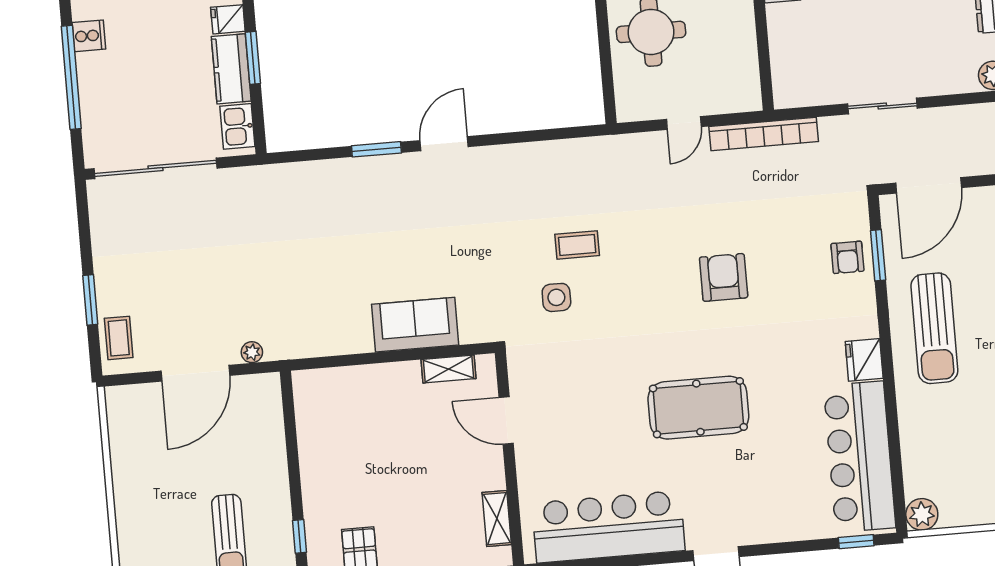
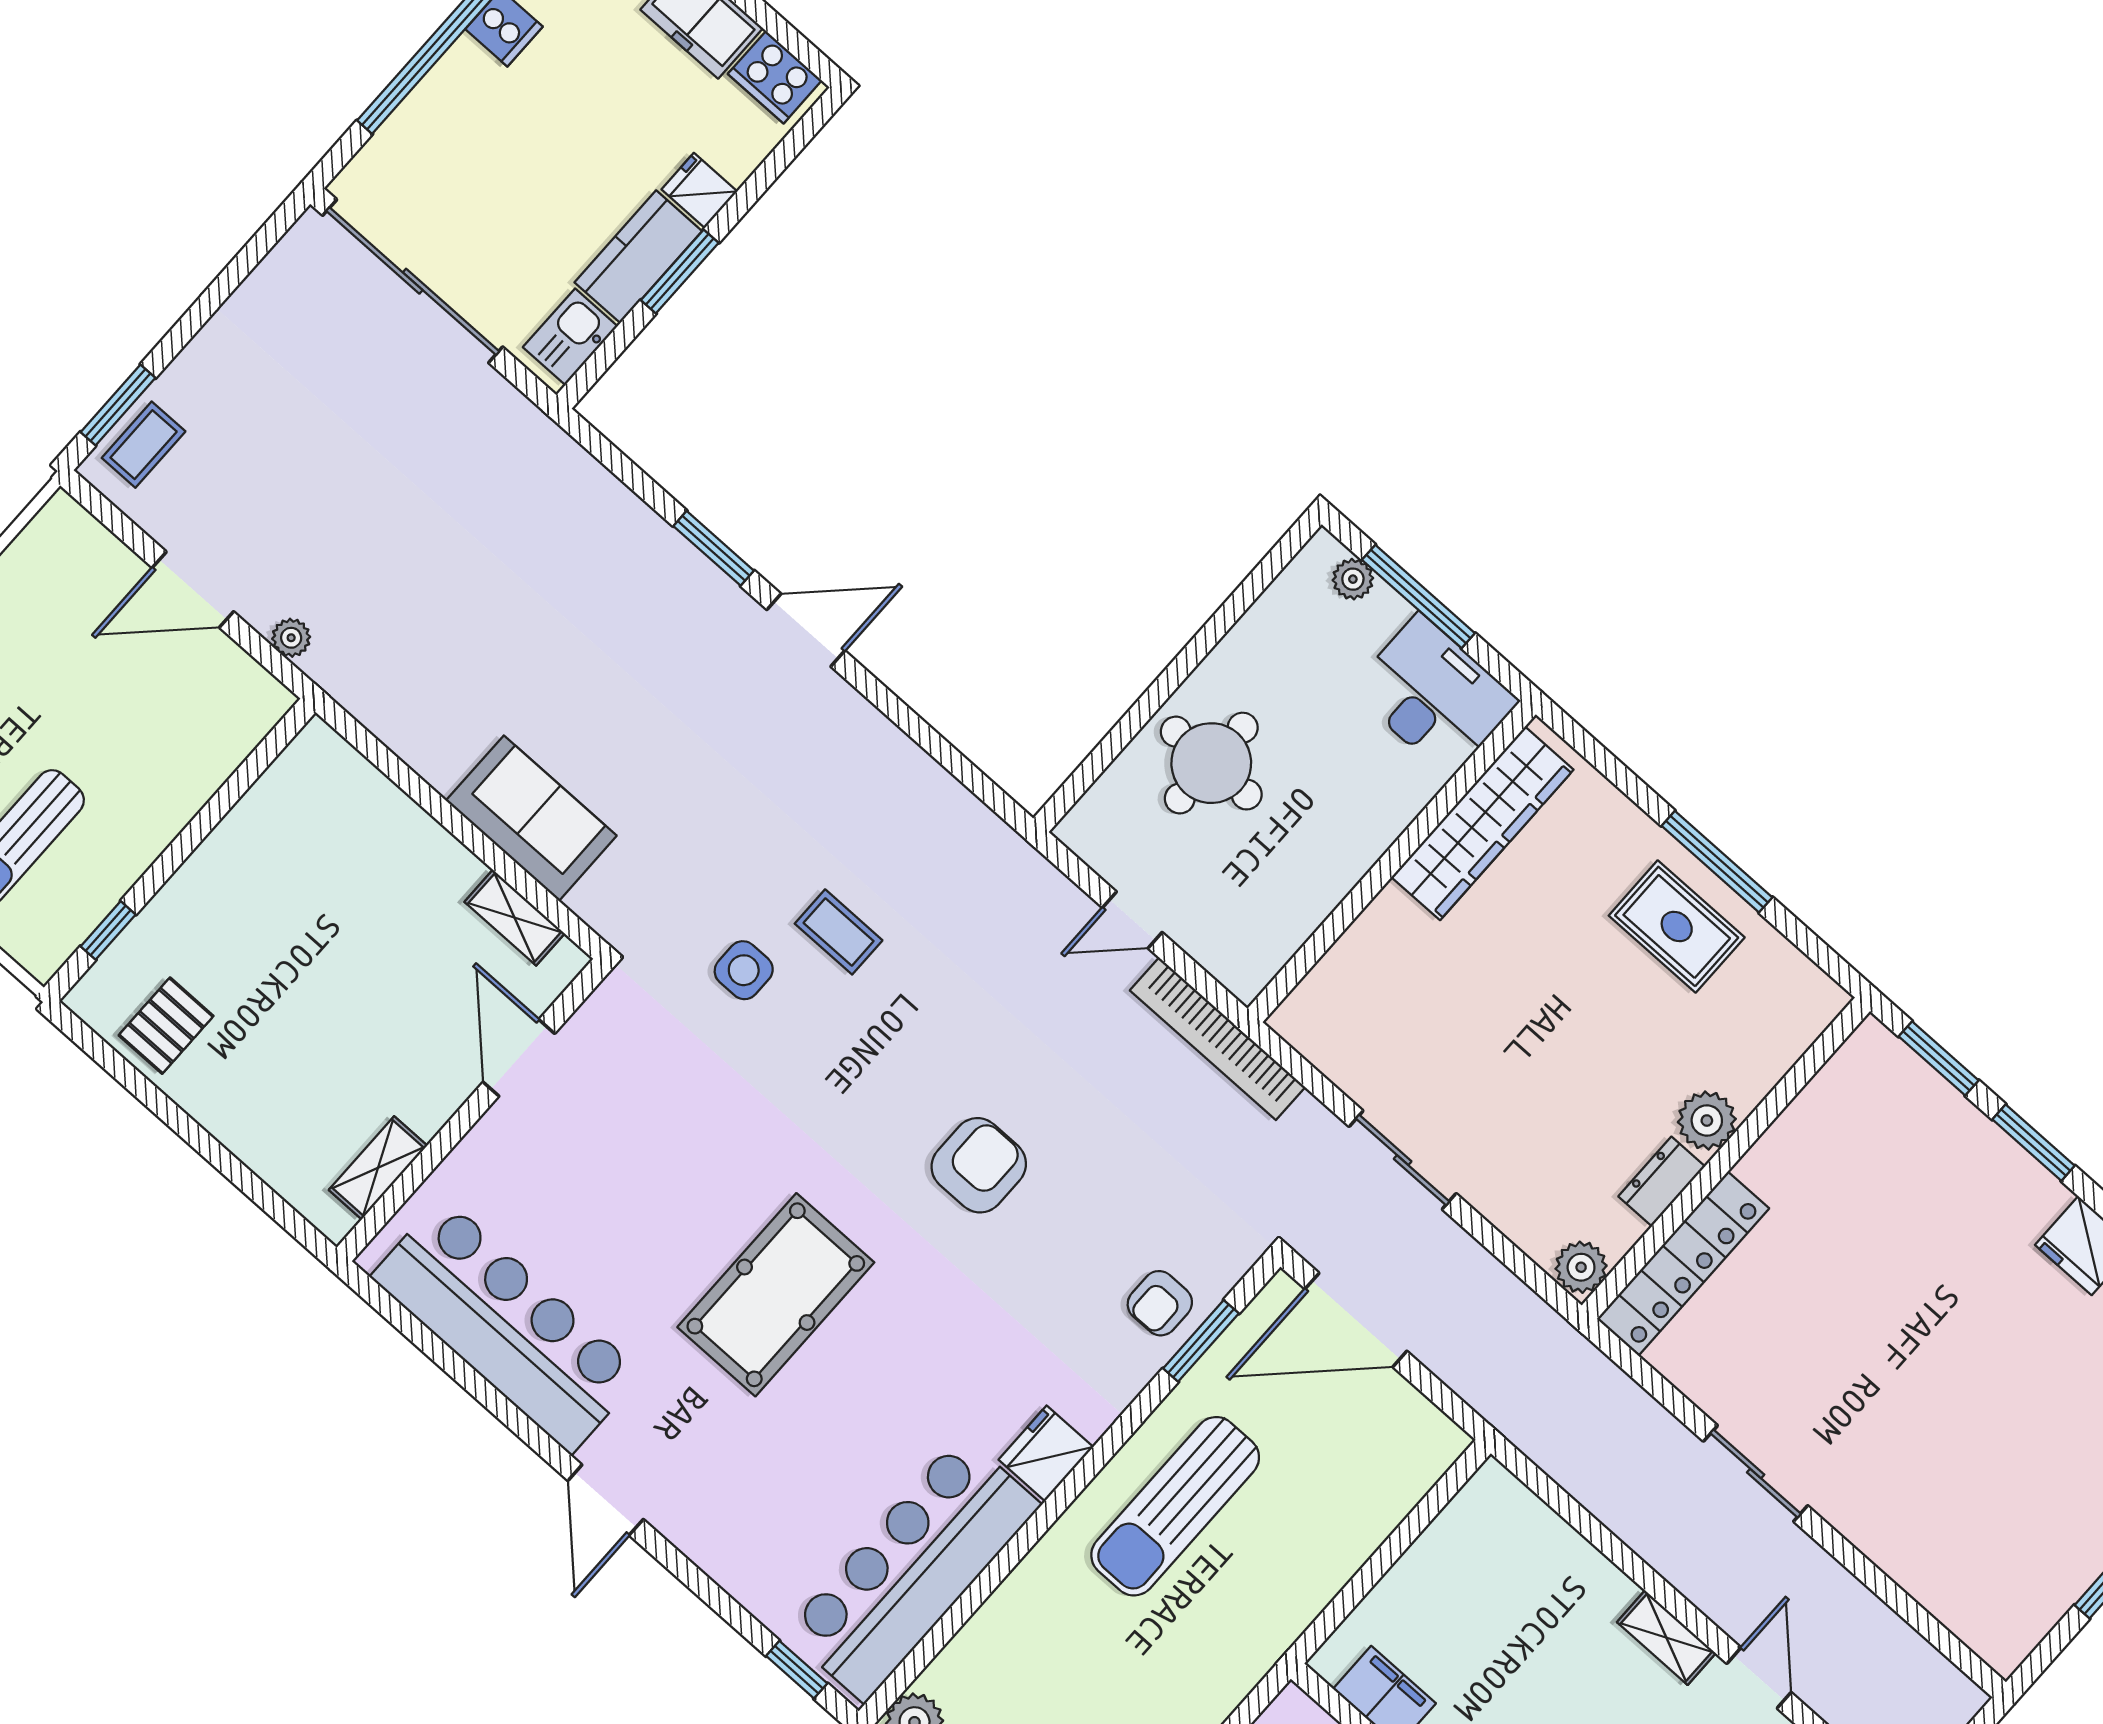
window: (90, 300) -> (118, 405), moved
door: (195, 373) -> (193, 590), width x0.73
pool table: (698, 408) -> (776, 1295), turned 90

